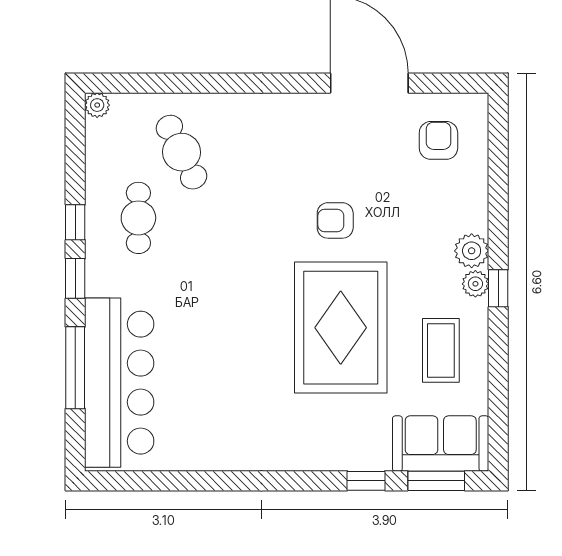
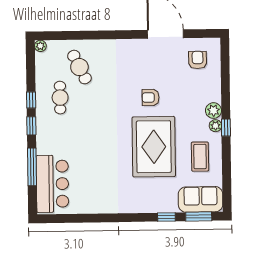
bar counter: (119, 383) -> (52, 184), width x0.73

